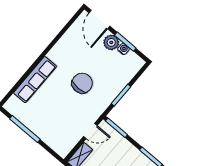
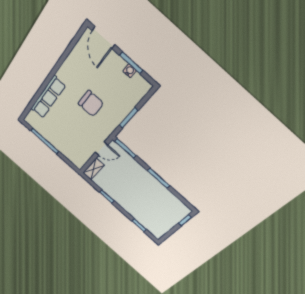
plant: (111, 42) -> (117, 63), removed
chair: (82, 83) -> (91, 104), turned 90

